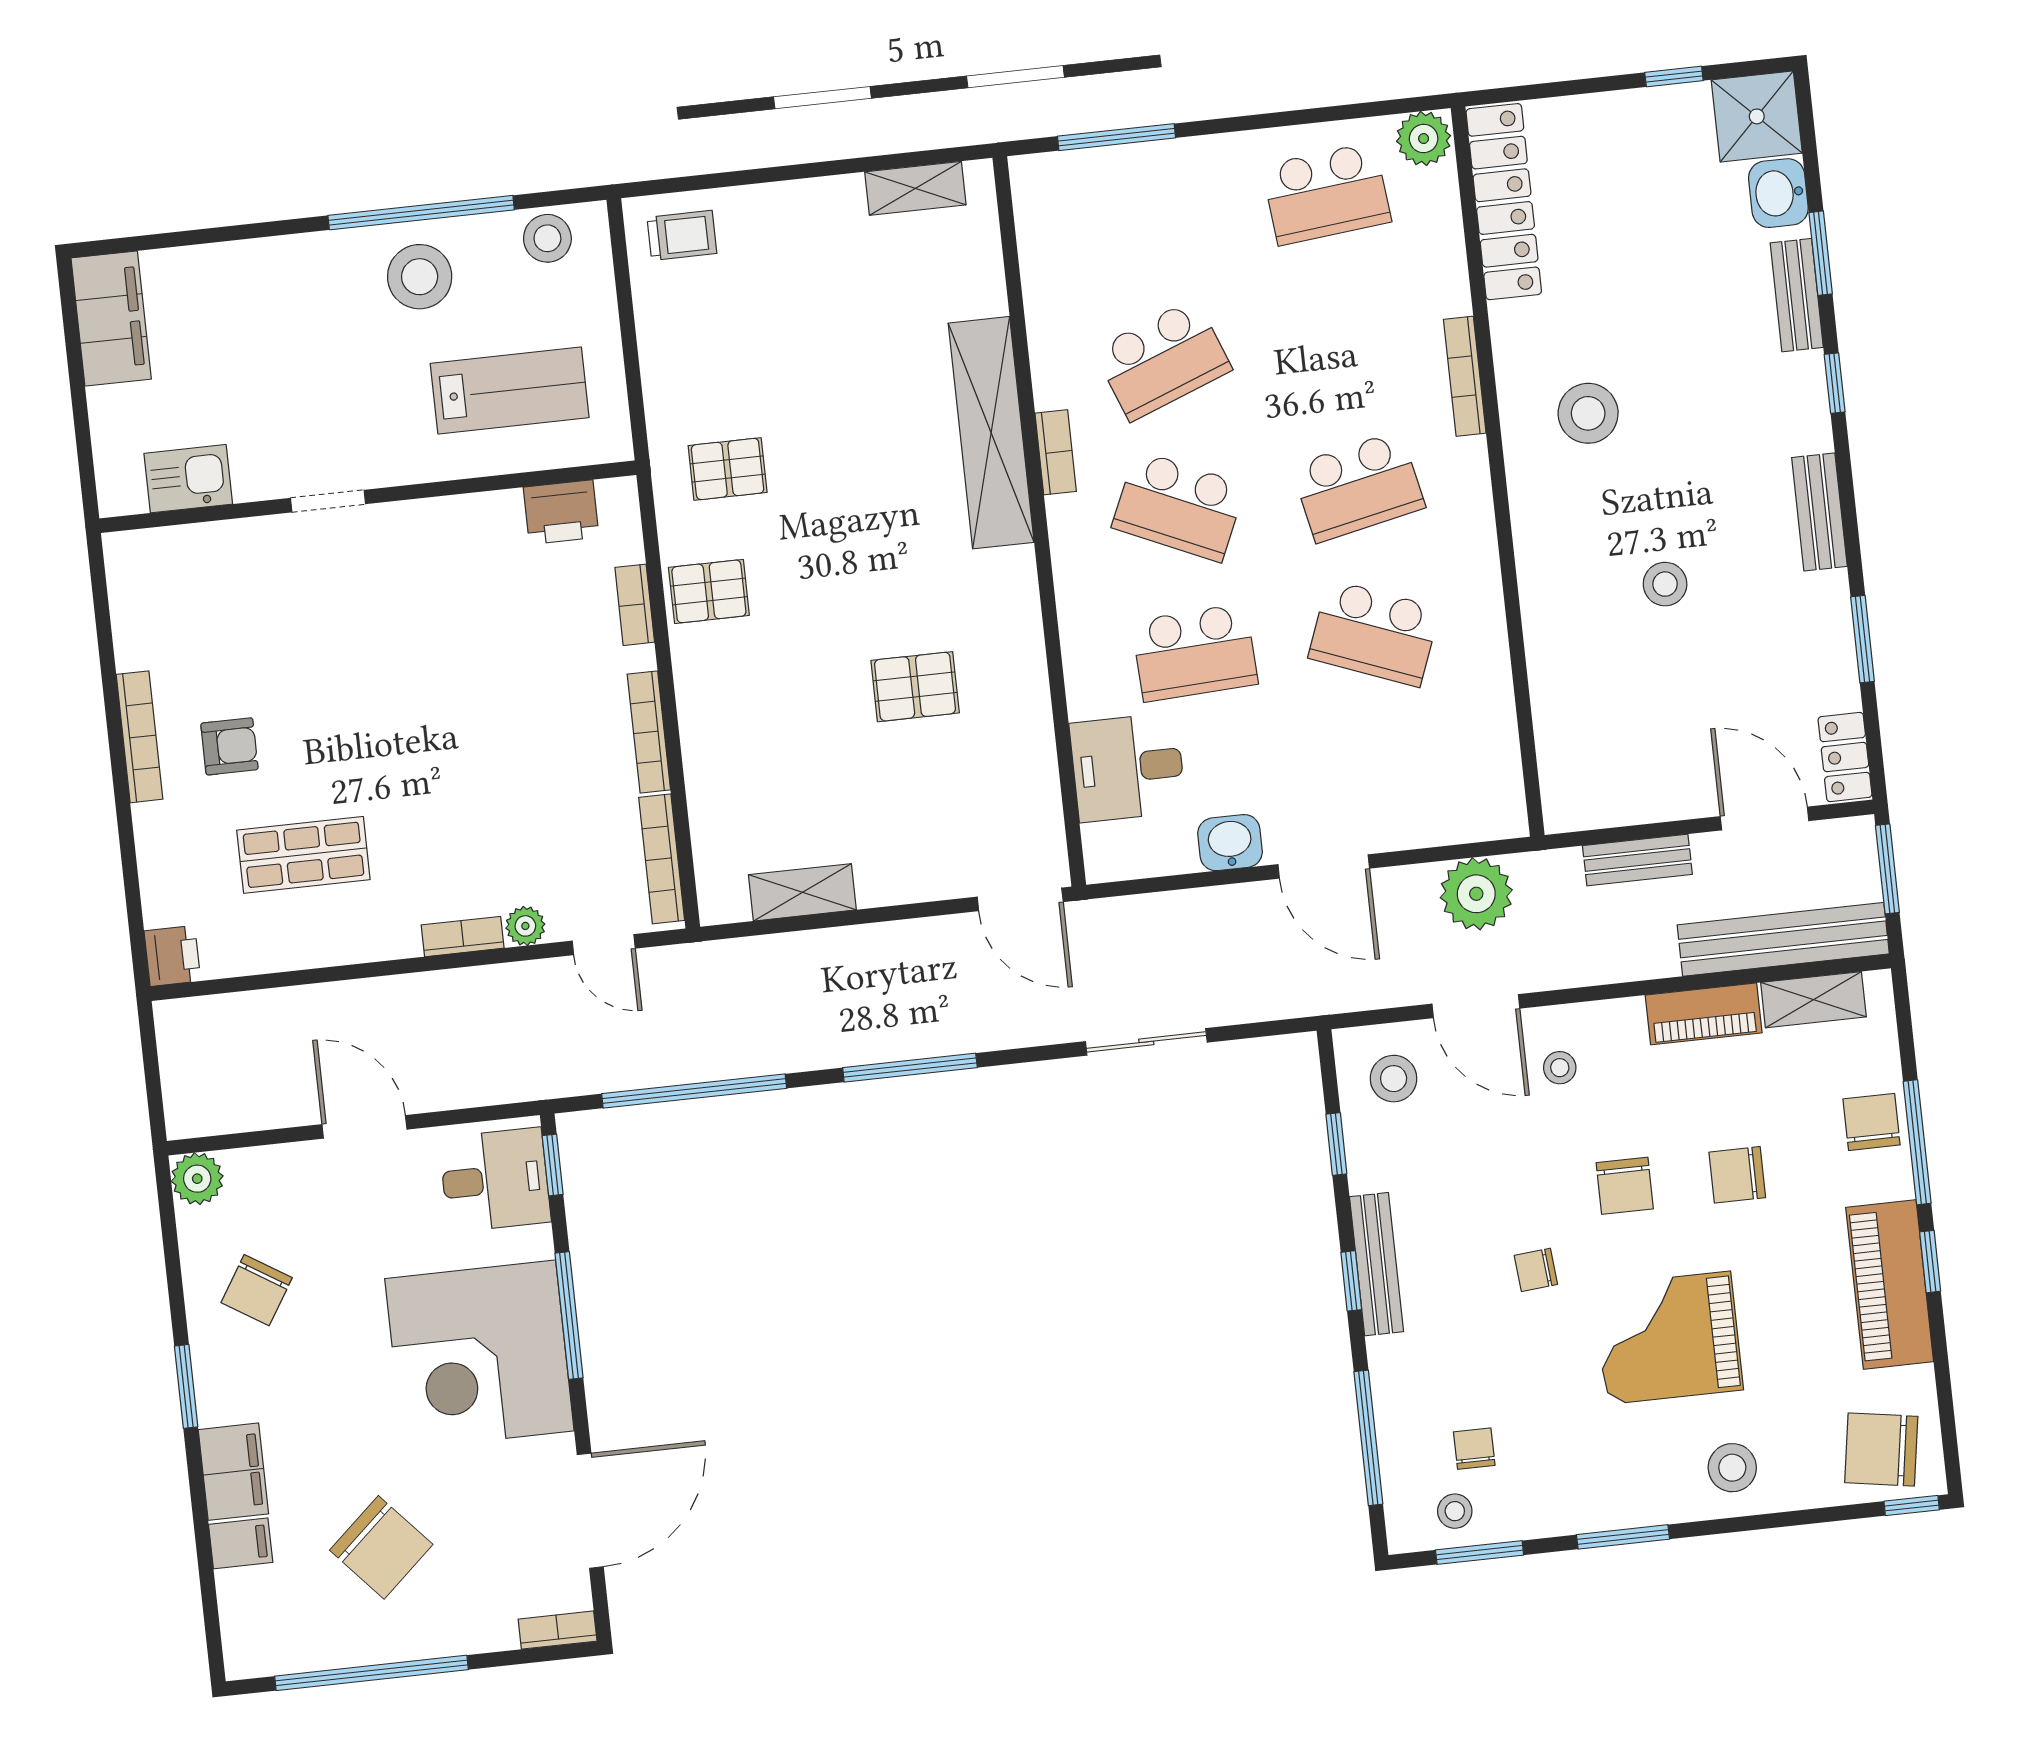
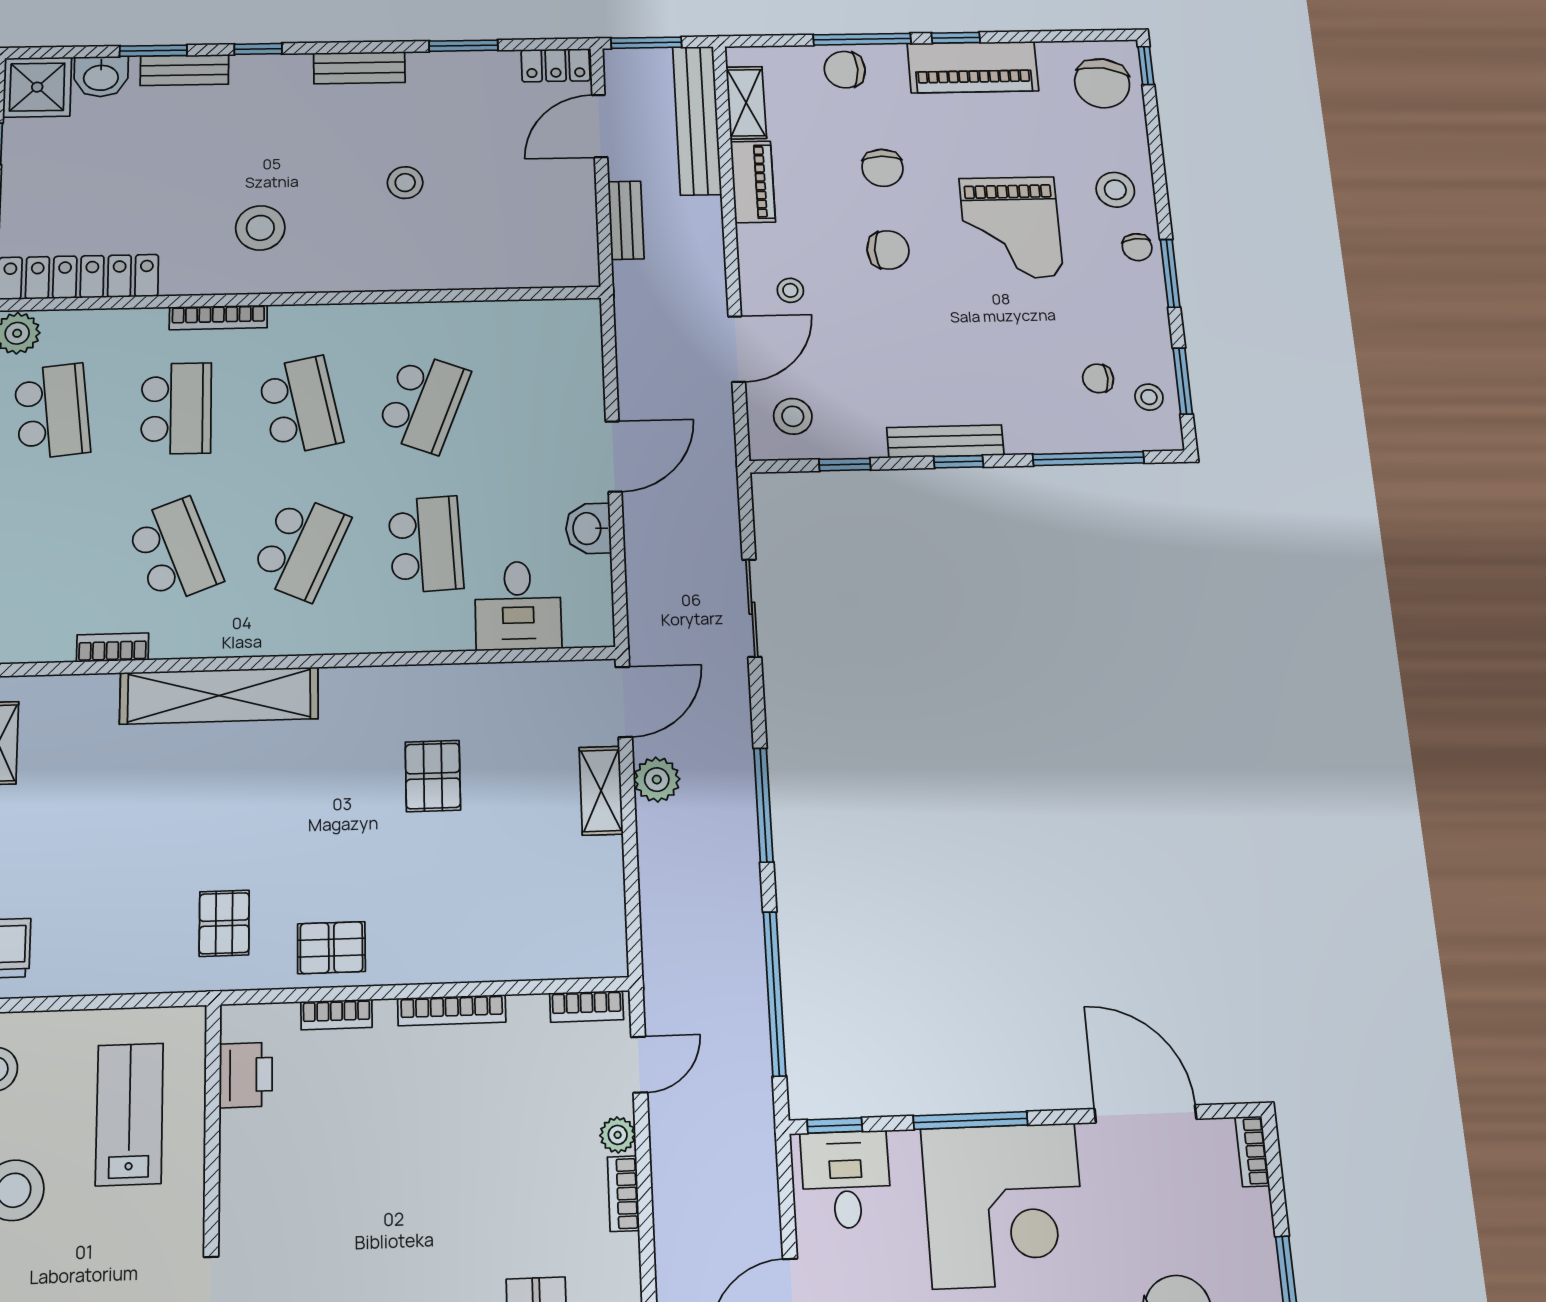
school desk: (1342, 340) -> (176, 408), added
bookcase: (1056, 452) -> (113, 647), moved
pallet: (709, 591) -> (331, 948), turned 90
bookcase: (662, 859) -> (587, 1006), width x0.64
shelving: (802, 892) -> (601, 791), moved
plant: (1476, 894) -> (657, 780), moved, width x0.73, depth x0.73
chair: (1536, 1270) -> (1137, 247), moved

